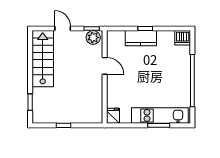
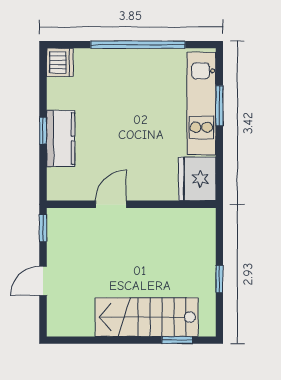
plant: (93, 37) -> (59, 225), removed
stairs: (43, 59) -> (147, 317), moved
fridge: (113, 116) -> (197, 179), width x1.88, depth x1.34

